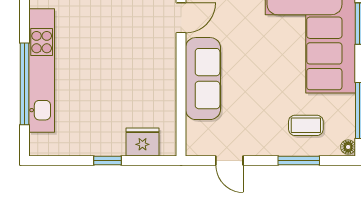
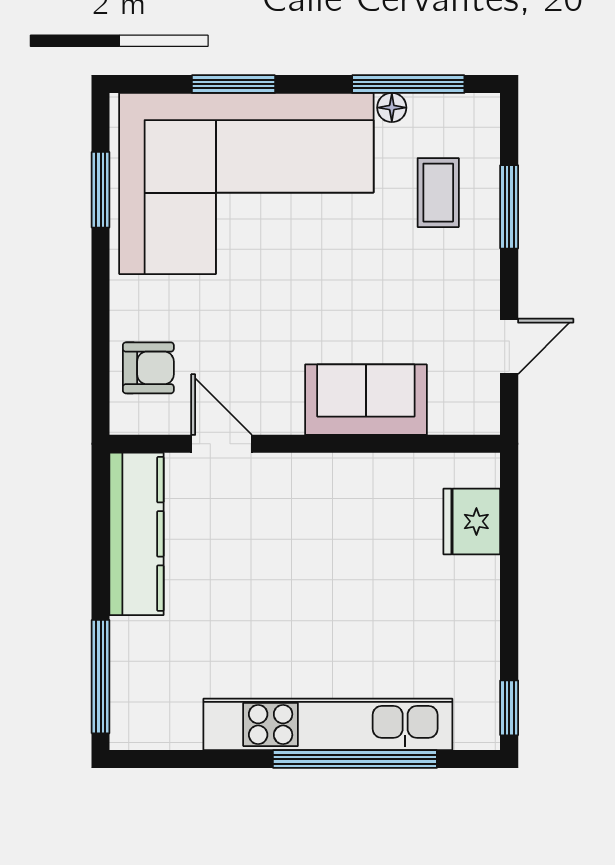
sofa: (203, 79) -> (366, 400), width x0.73
floor lamp: (348, 147) -> (392, 108), moved
window: (107, 161) -> (509, 708), moved

